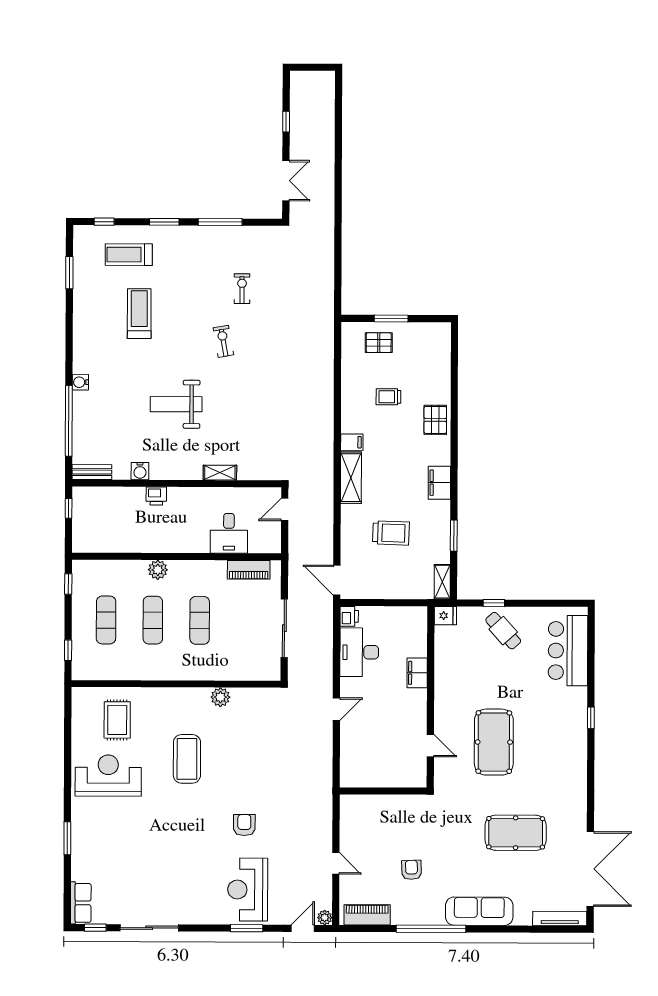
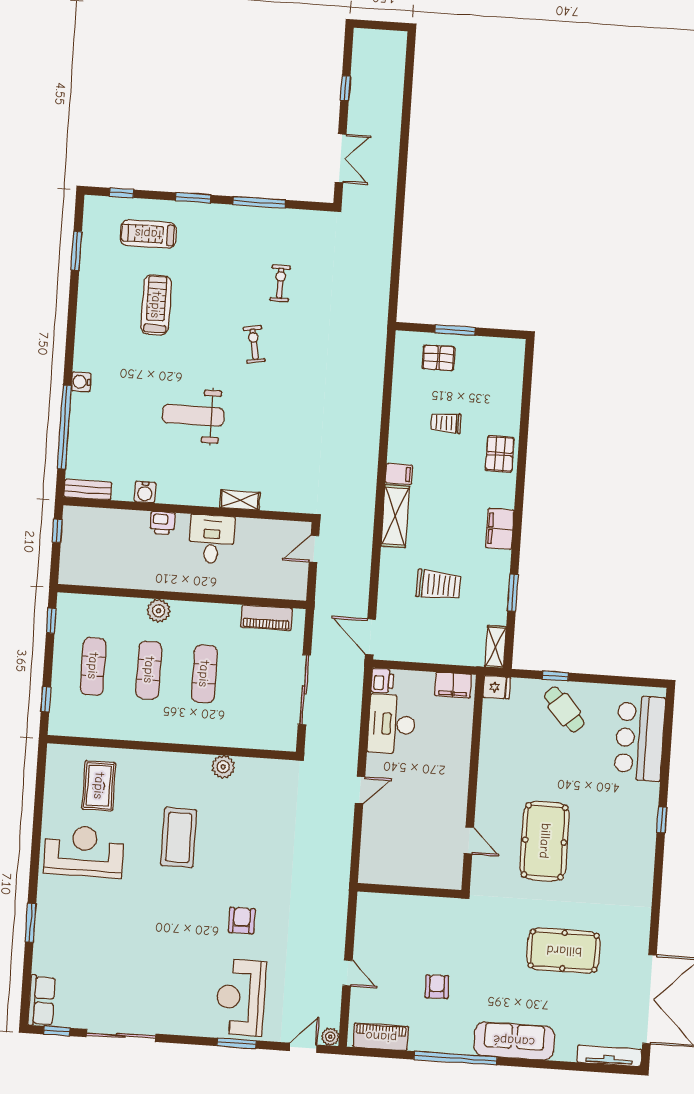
desk: (229, 533) -> (212, 539), moved, turned 180
filing cabinet: (417, 673) -> (453, 685), moved, turned -90

